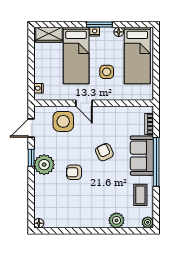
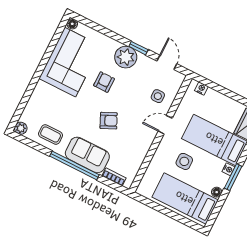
side table: (63, 121) -> (158, 96), width x0.54, depth x0.54
corner sofa: (72, 209) -> (70, 62), added
plant: (116, 220) -> (38, 99), removed

